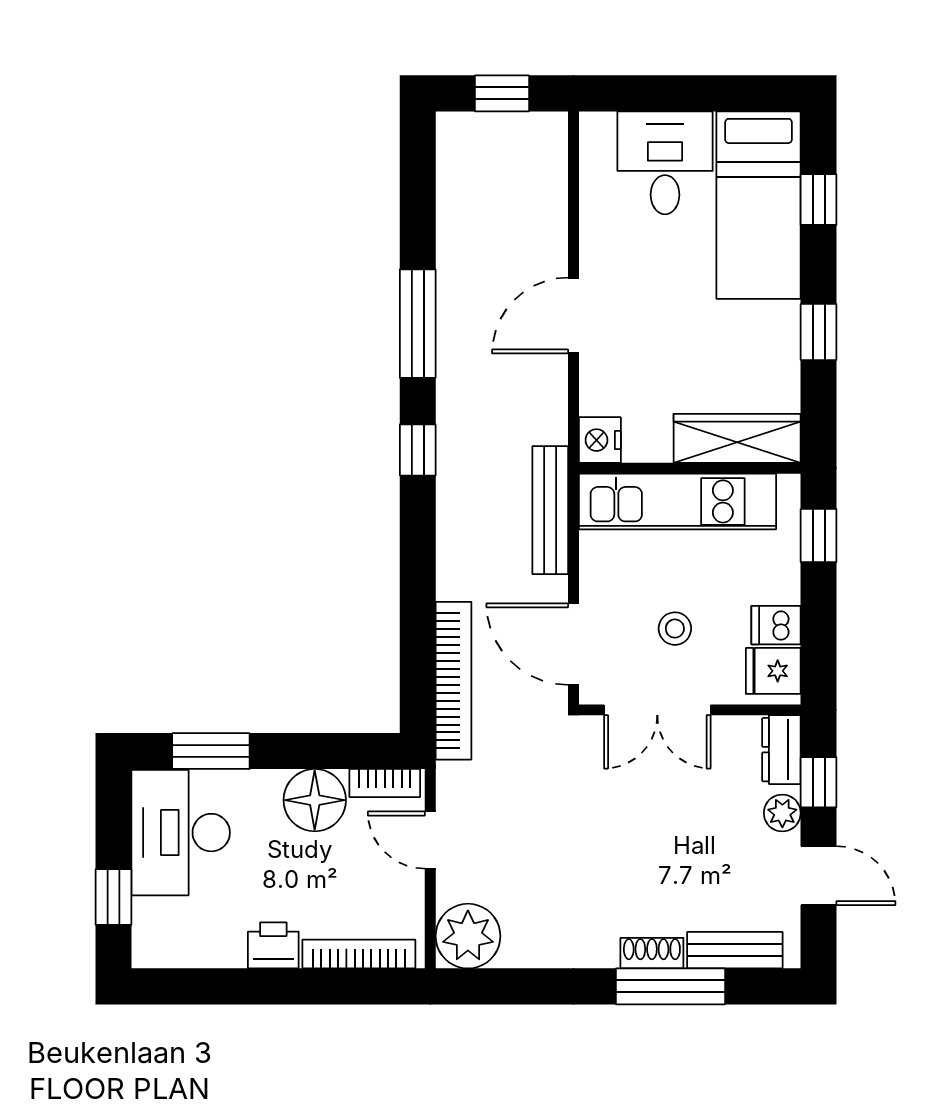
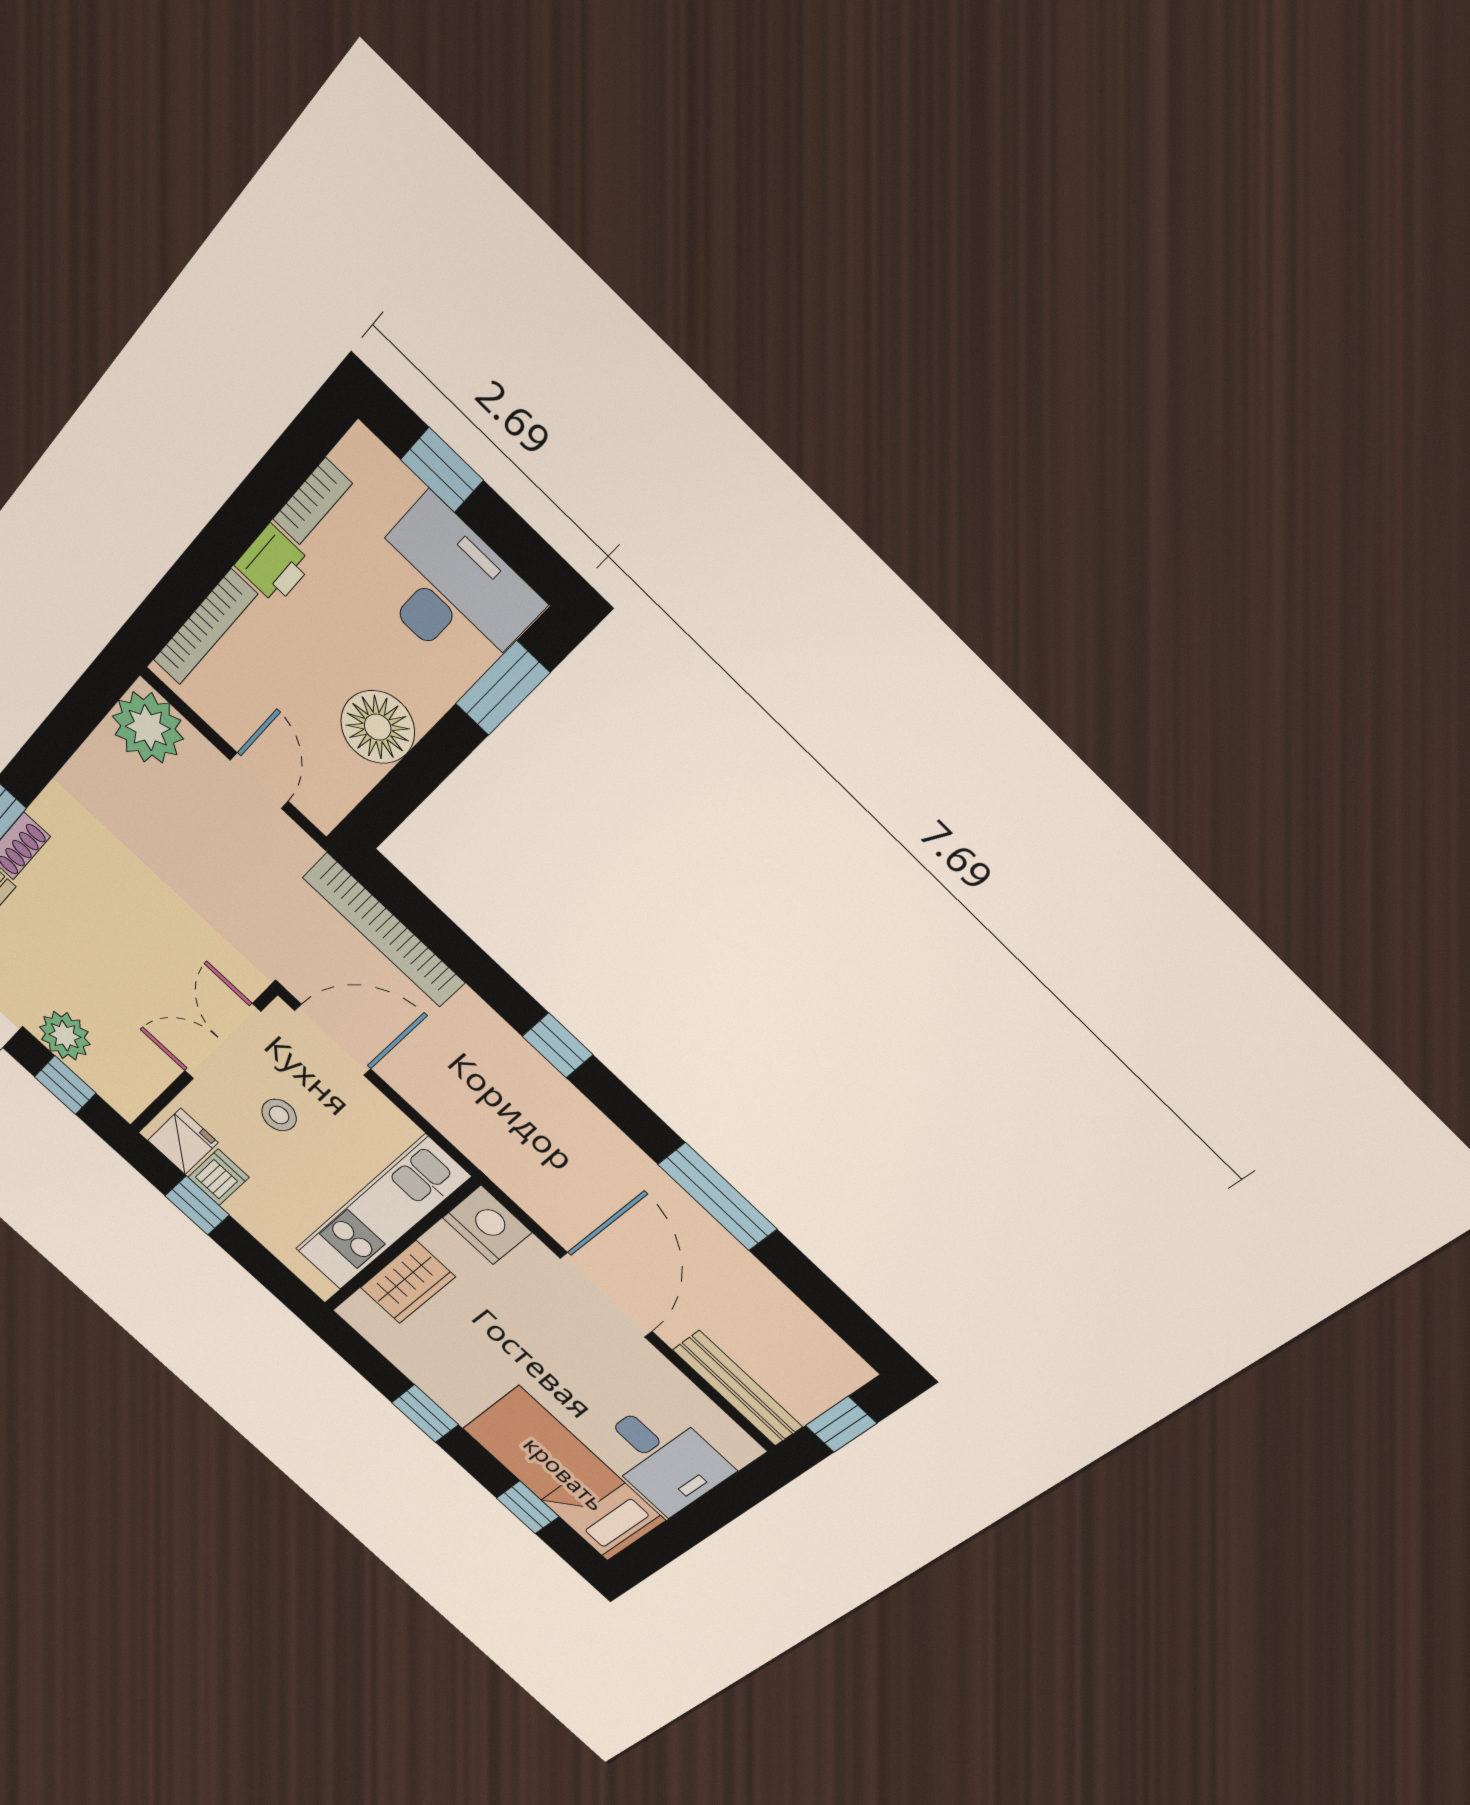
door: (573, 316) -> (606, 1295), width x1.36
wardrobe: (737, 438) -> (408, 1282), width x0.67
nightstand: (600, 440) -> (487, 1225), width x1.36, depth x1.33
window: (418, 450) -> (558, 1045), moved
bench: (550, 510) -> (738, 1388), moved
window: (819, 536) -> (197, 1205), moved
dresser: (781, 750) -> (114, 1087), removed
bookcase: (385, 783) -> (312, 501), moved, turned 180
plant: (782, 813) -> (65, 1036), width x1.38, depth x1.38
door: (430, 840) -> (259, 781), hinge flipped

